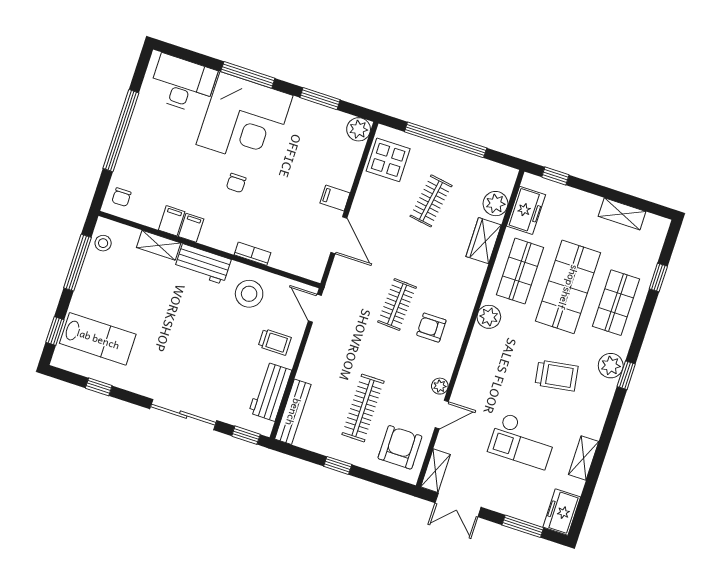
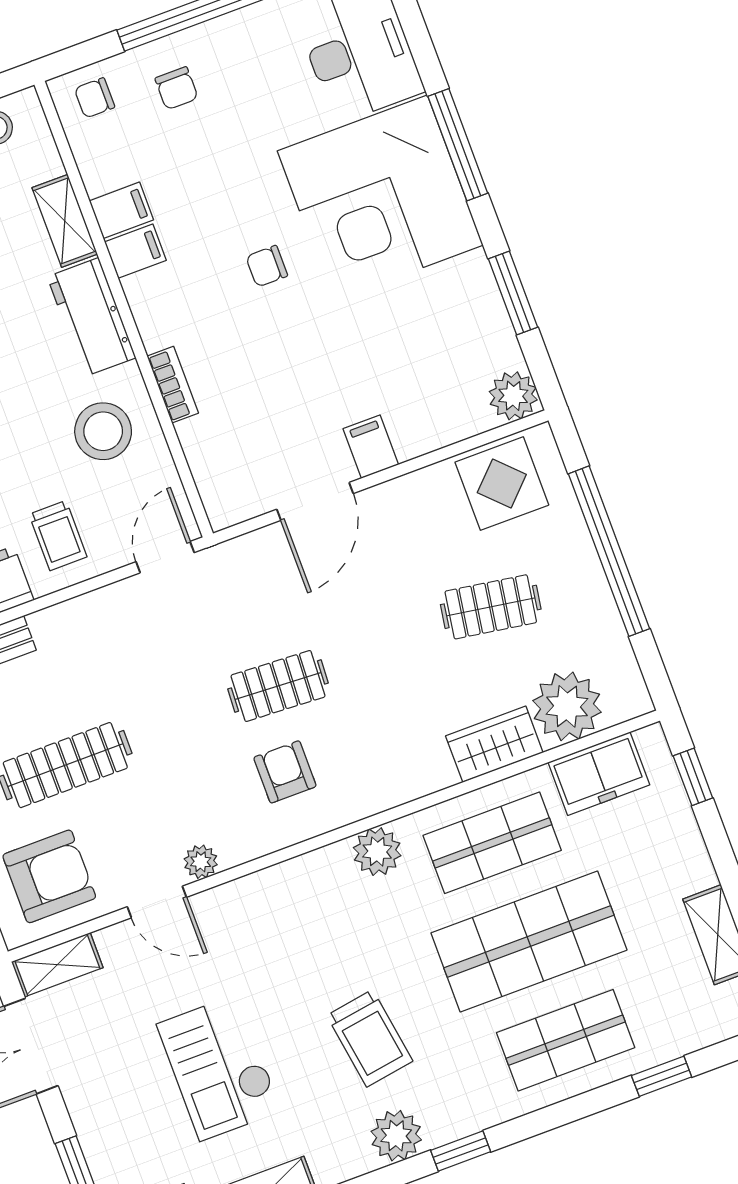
chair: (142, 163) -> (177, 88), added
plant: (495, 204) -> (567, 706), width x1.36, depth x1.36
plant: (611, 366) -> (396, 1136), moved

